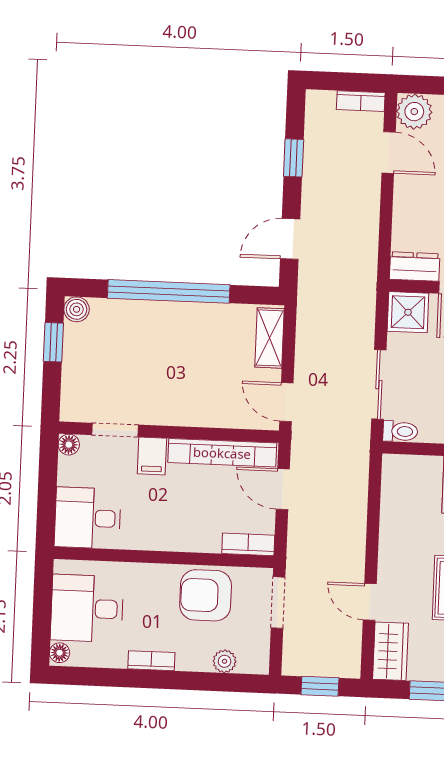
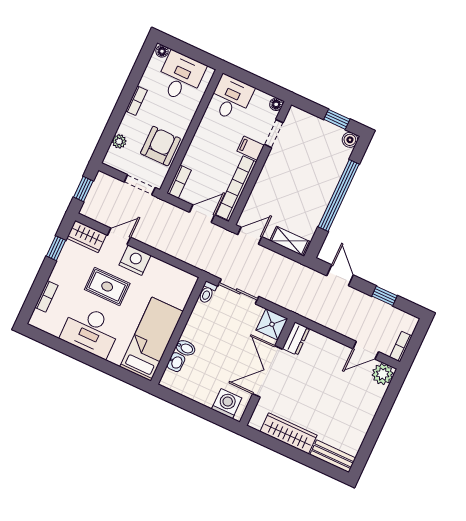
nightstand: (396, 562) -> (135, 260), added

